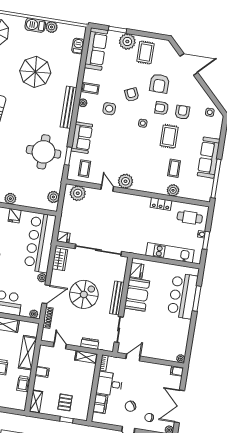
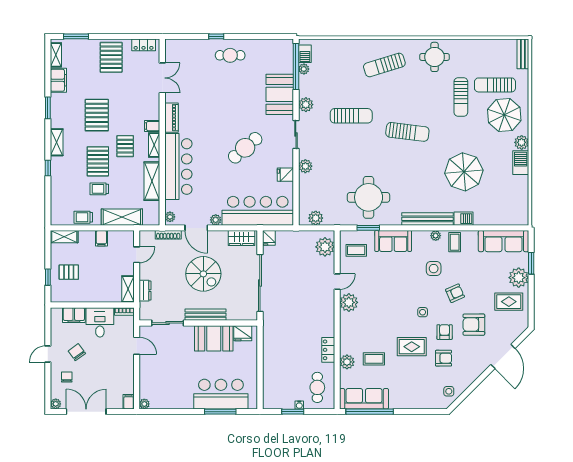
plant: (52, 27) -> (522, 142), moved
barbecue: (78, 46) -> (463, 219), moved
sofa: (209, 158) -> (364, 399), moved
kitchen unit: (170, 253) -> (271, 370), removed

